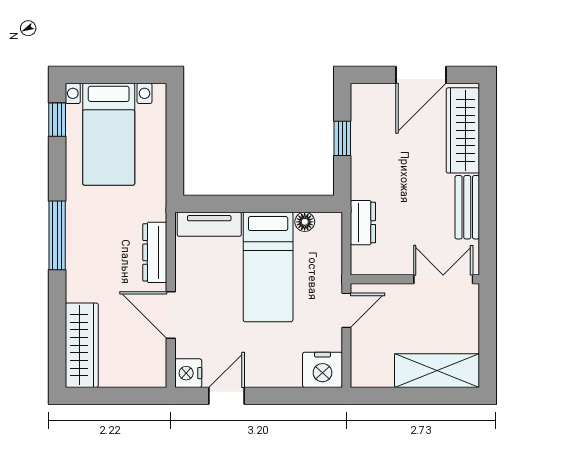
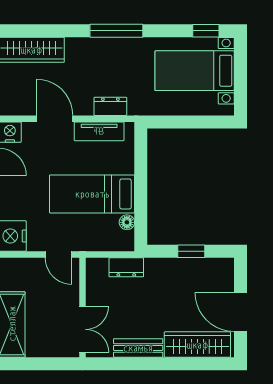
tv unit: (209, 224) -> (99, 131), moved, turned -90
dresser: (155, 252) -> (110, 106), width x0.70
door: (171, 315) -> (55, 119), hinge flipped

